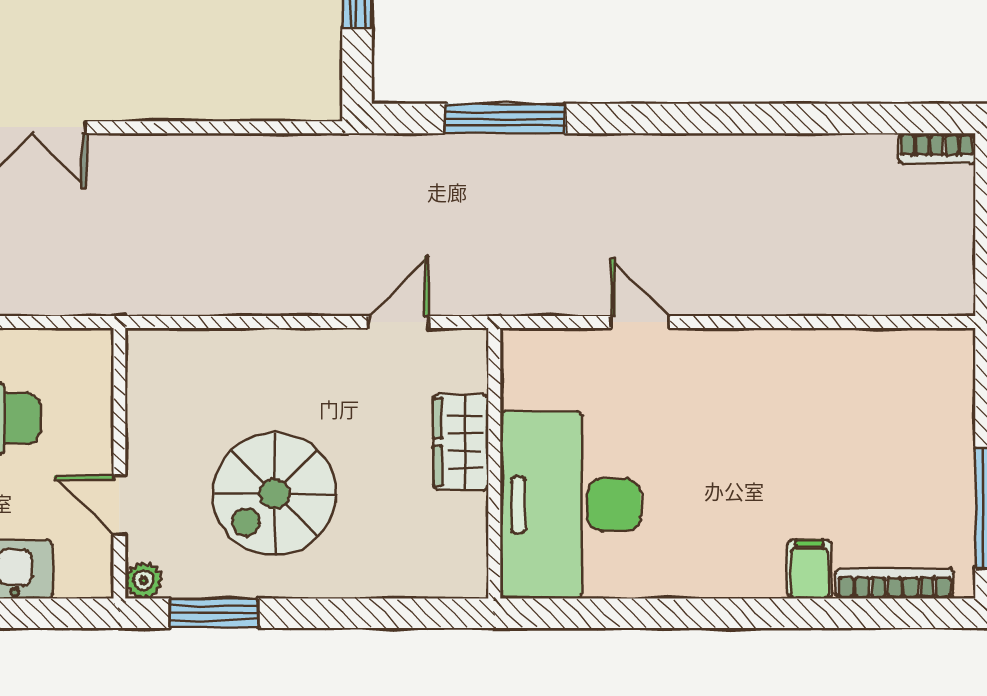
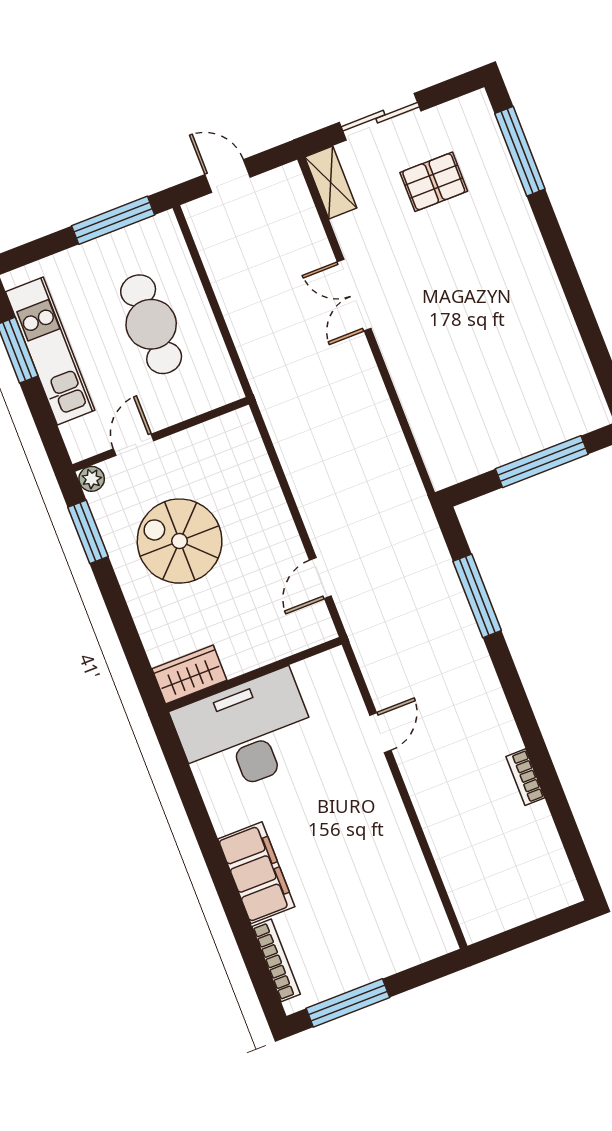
bookcase: (937, 149) -> (525, 777), moved
door: (399, 322) -> (320, 578), swing flipped
wardrobe: (461, 442) -> (189, 675), moved
filing cabinet: (810, 569) -> (256, 873), width x3.00, depth x1.17

